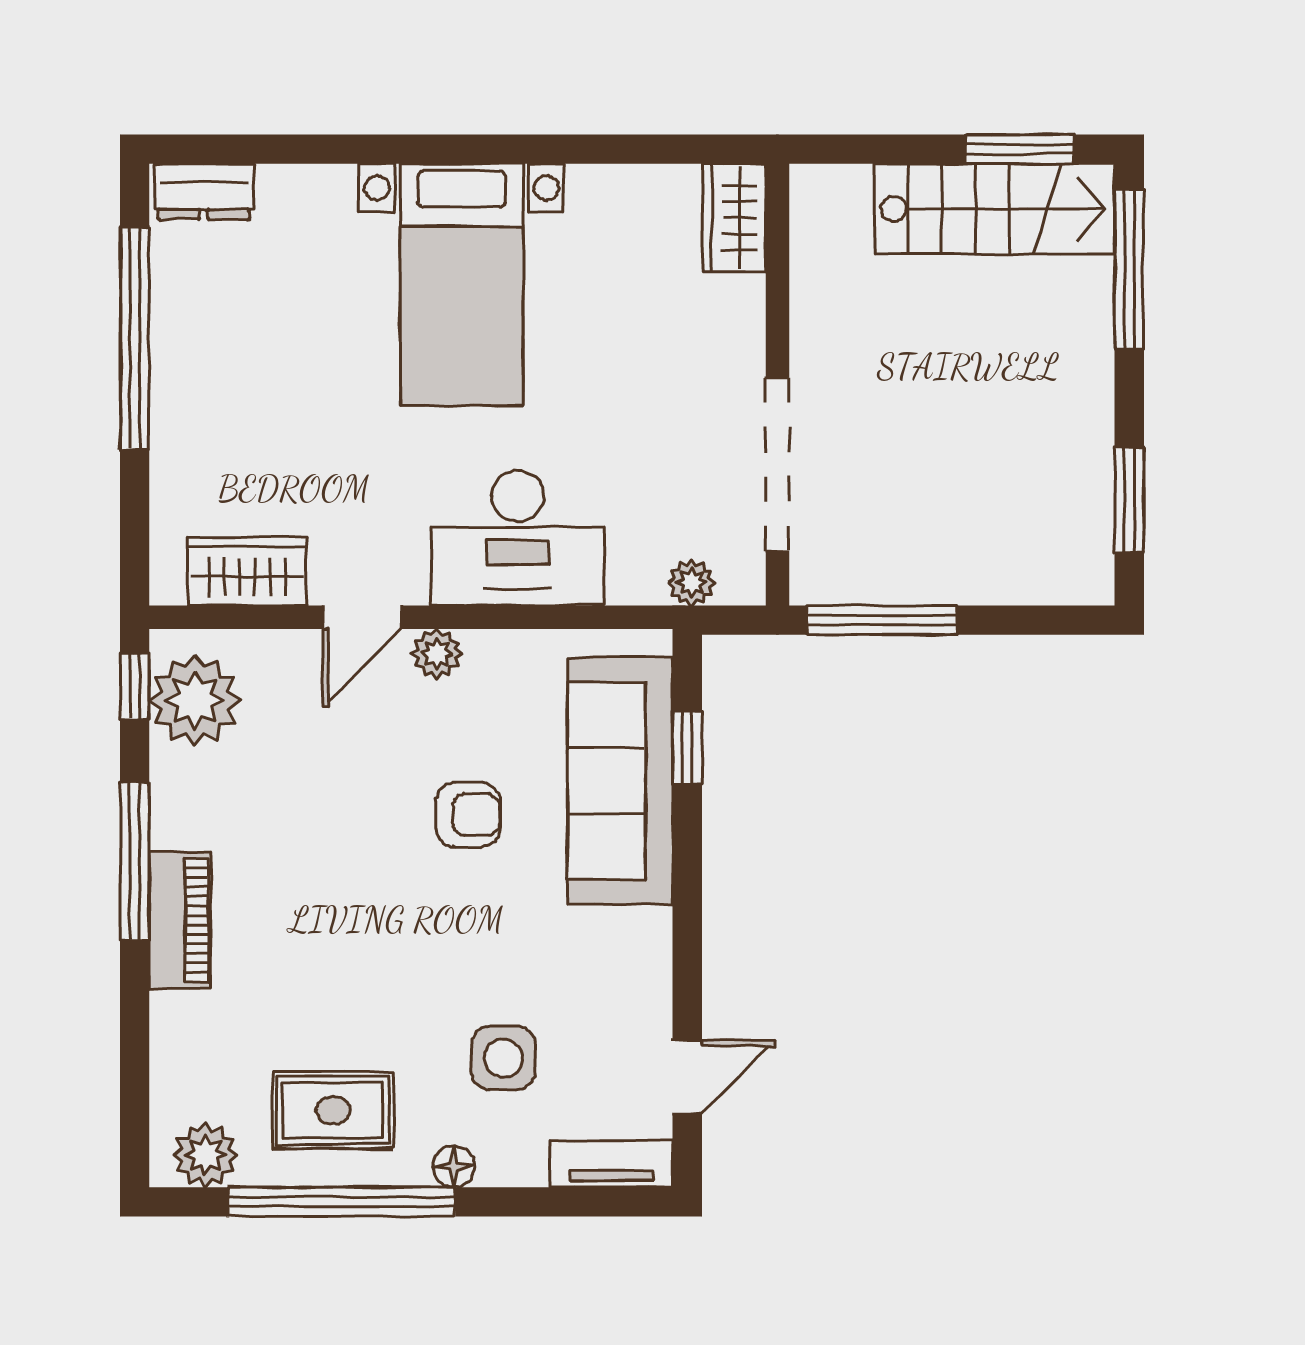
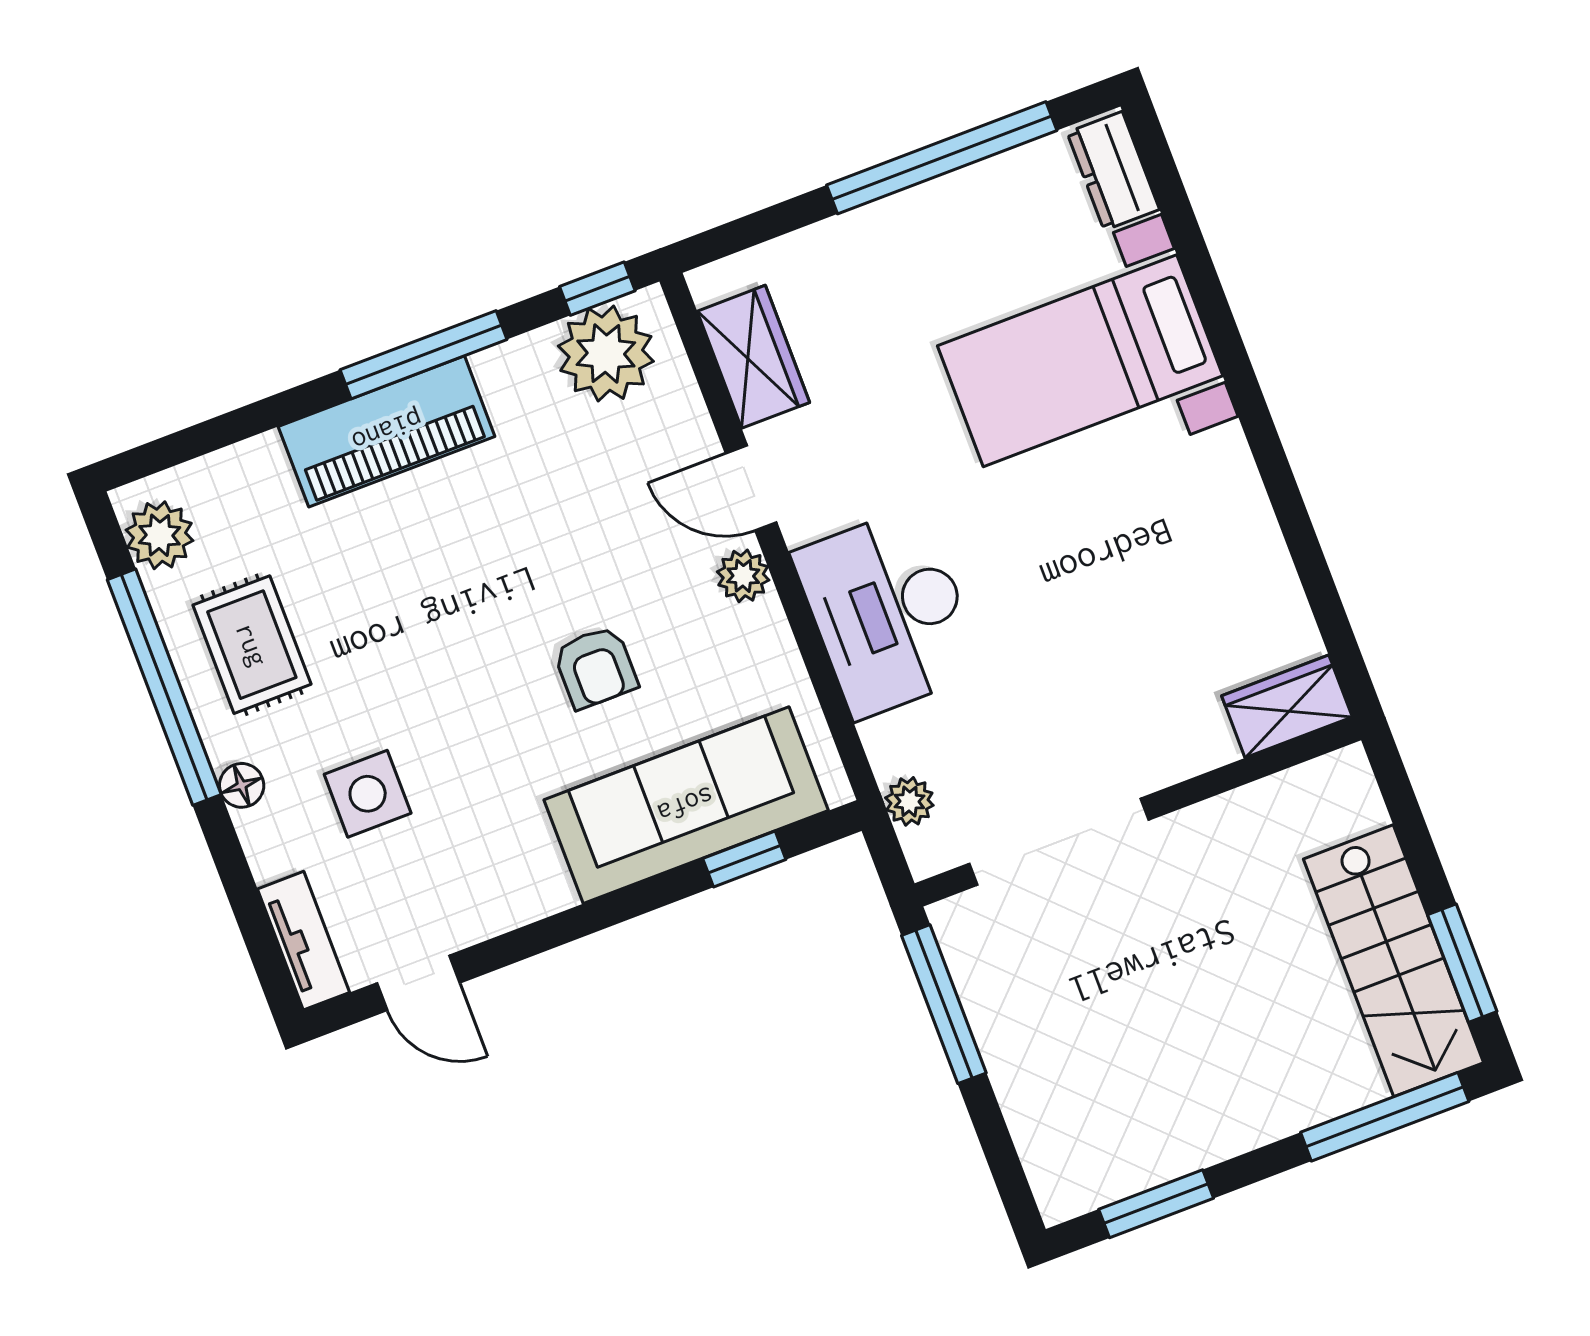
bed with nightstands: (462, 284) -> (1080, 361), moved
piano: (180, 920) -> (387, 431), width x1.37, depth x1.33

